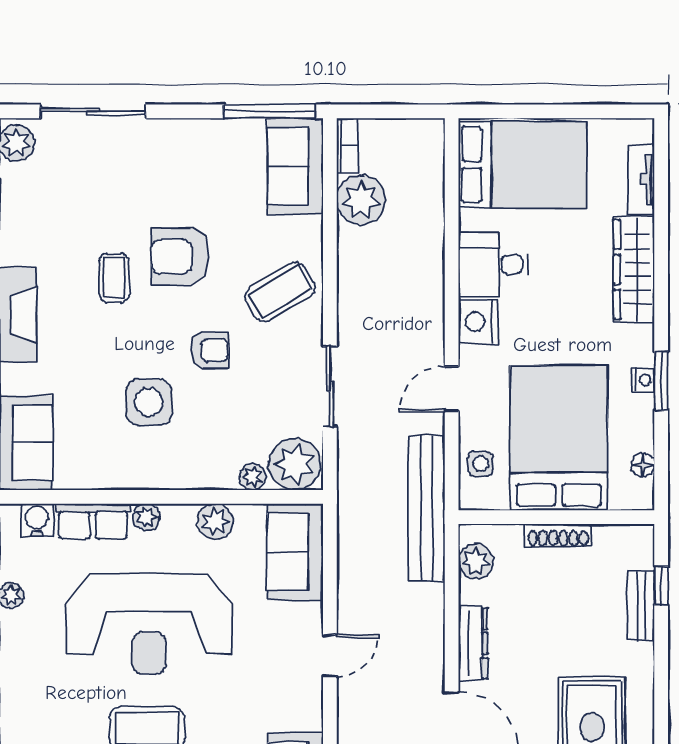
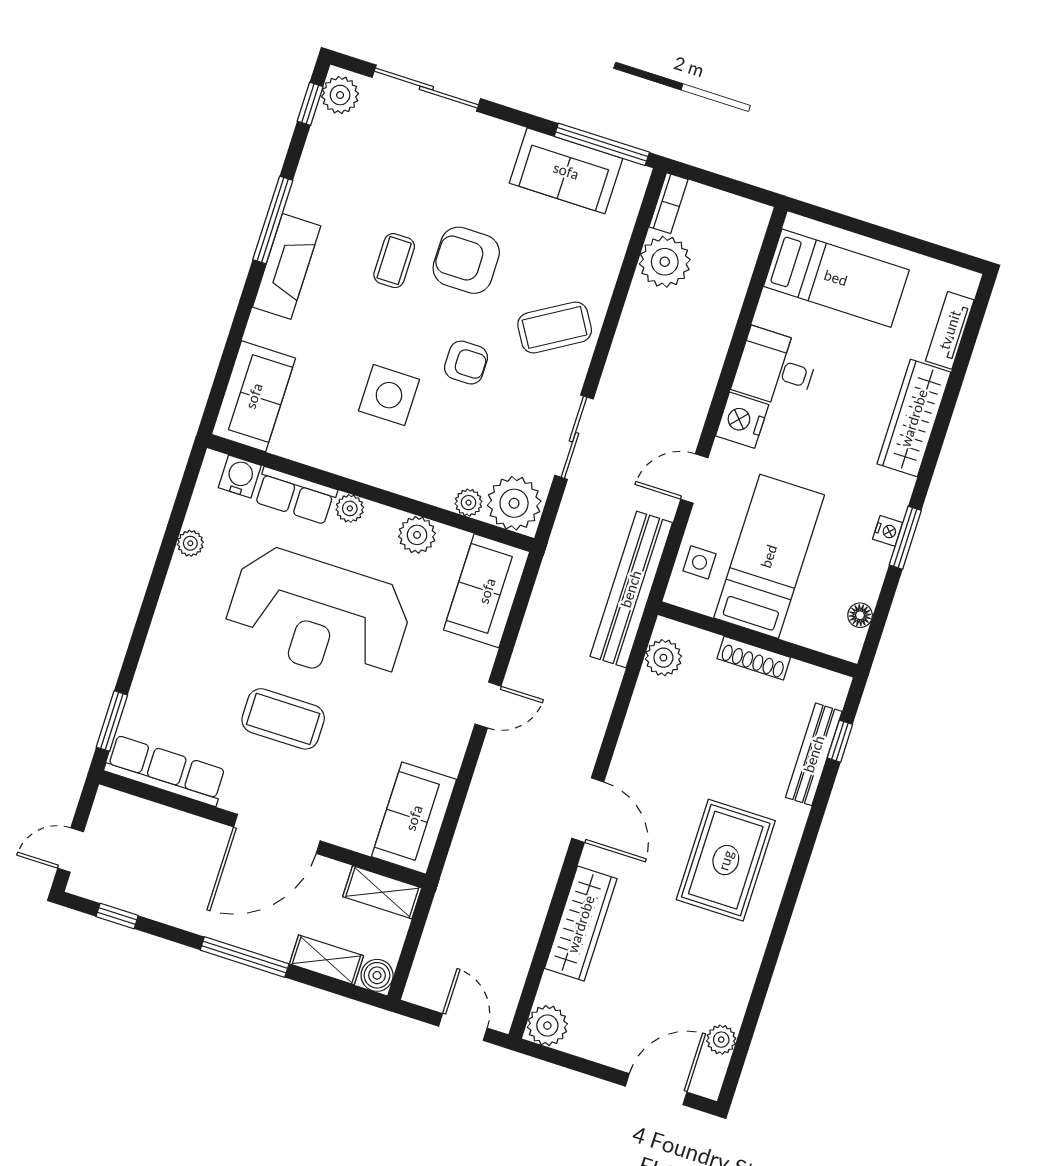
bed: (522, 165) -> (836, 278), width x0.67
sofa: (295, 166) -> (566, 171), moved, turned -90
bed: (559, 438) -> (769, 556), width x0.67
bench: (641, 605) -> (814, 754), width x1.36
dresser: (473, 643) -> (634, 738), removed

